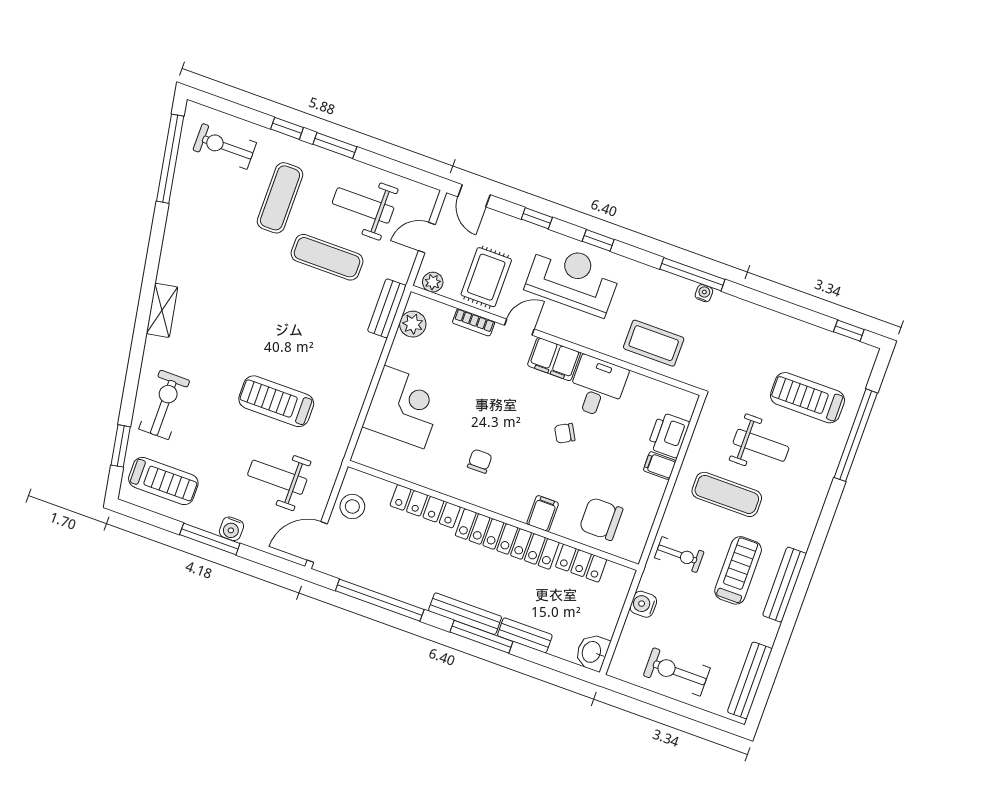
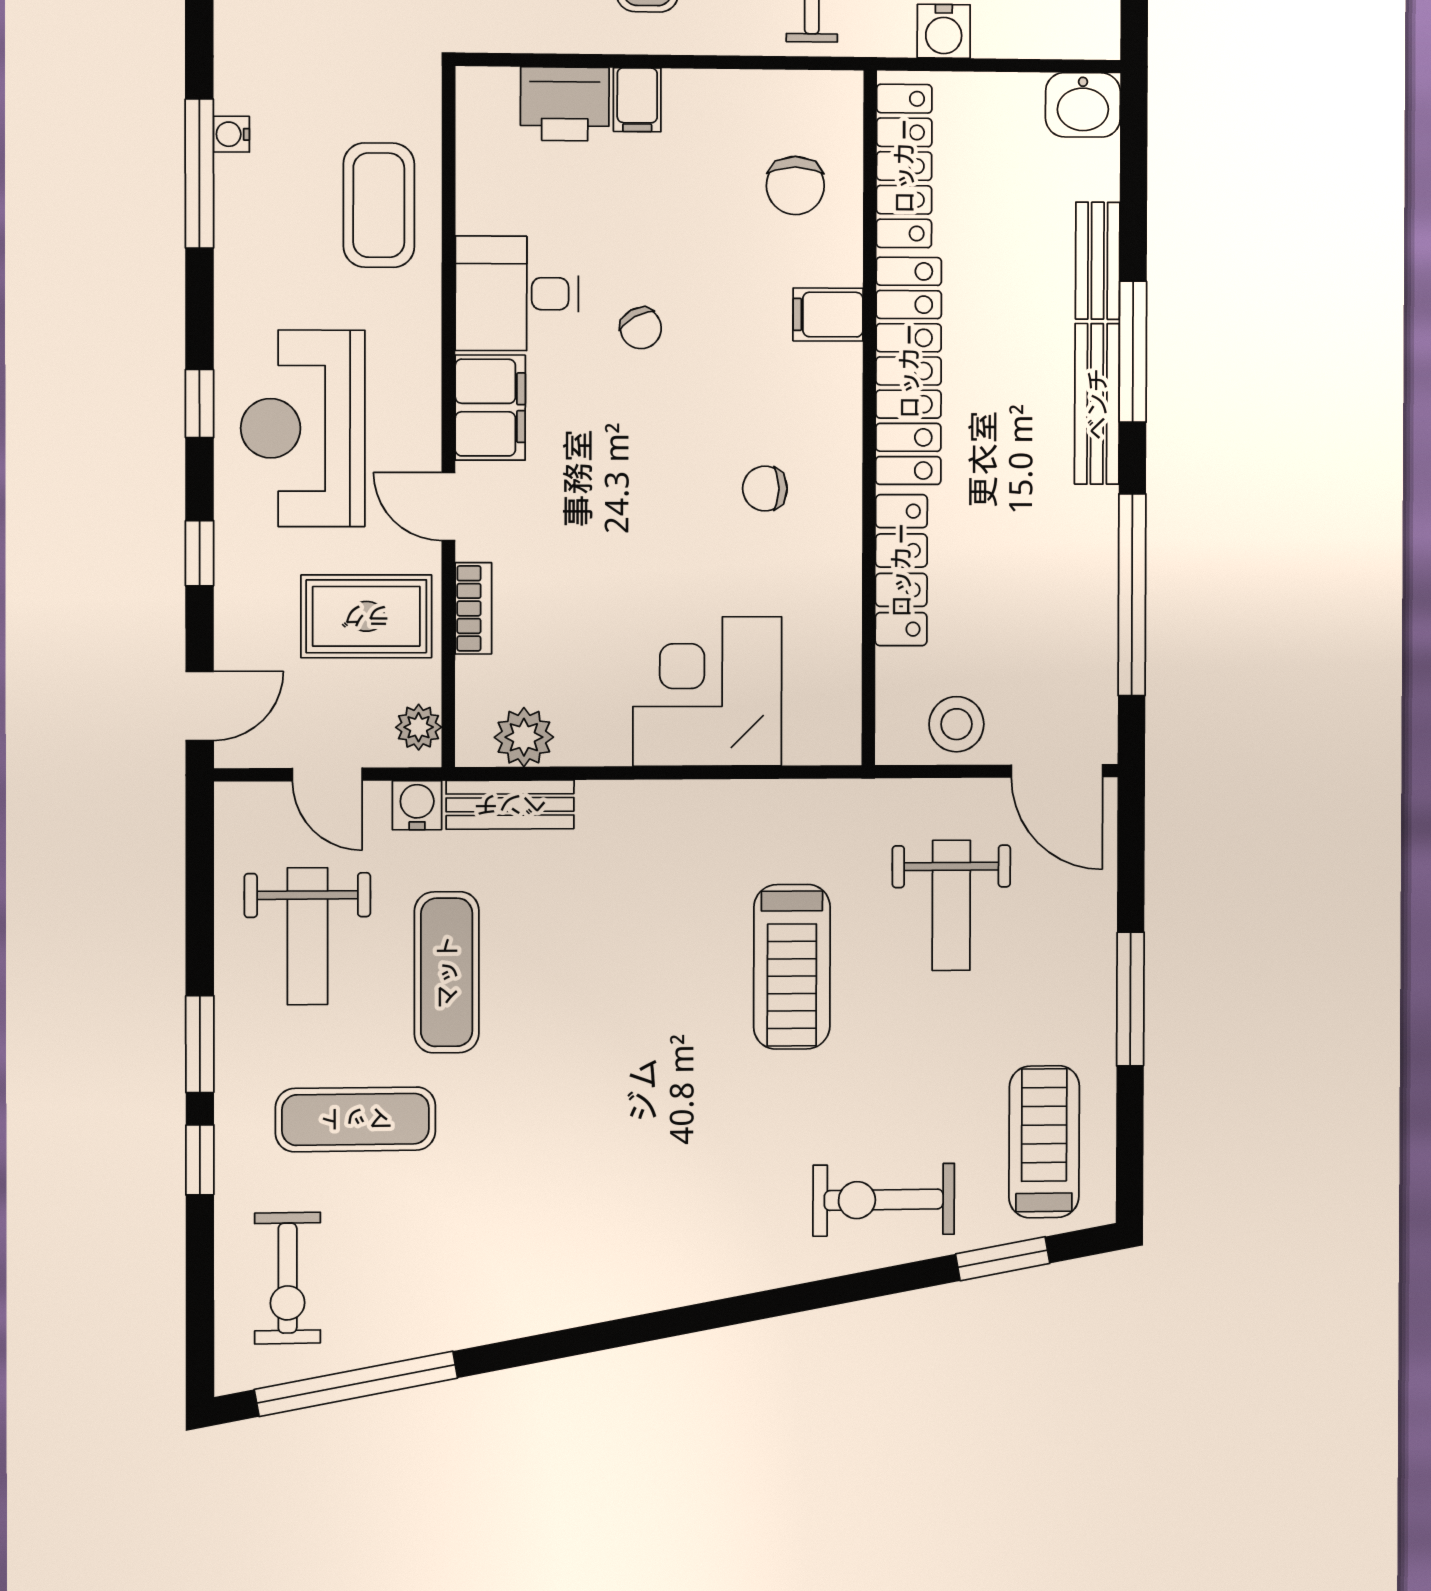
shelving: (162, 310) -> (686, 1279), removed
chair: (601, 519) -> (795, 186), width x0.73, depth x0.73
water cooler: (231, 529) -> (417, 805), moved, turned -90
locker: (581, 563) -> (904, 166), width x1.53

